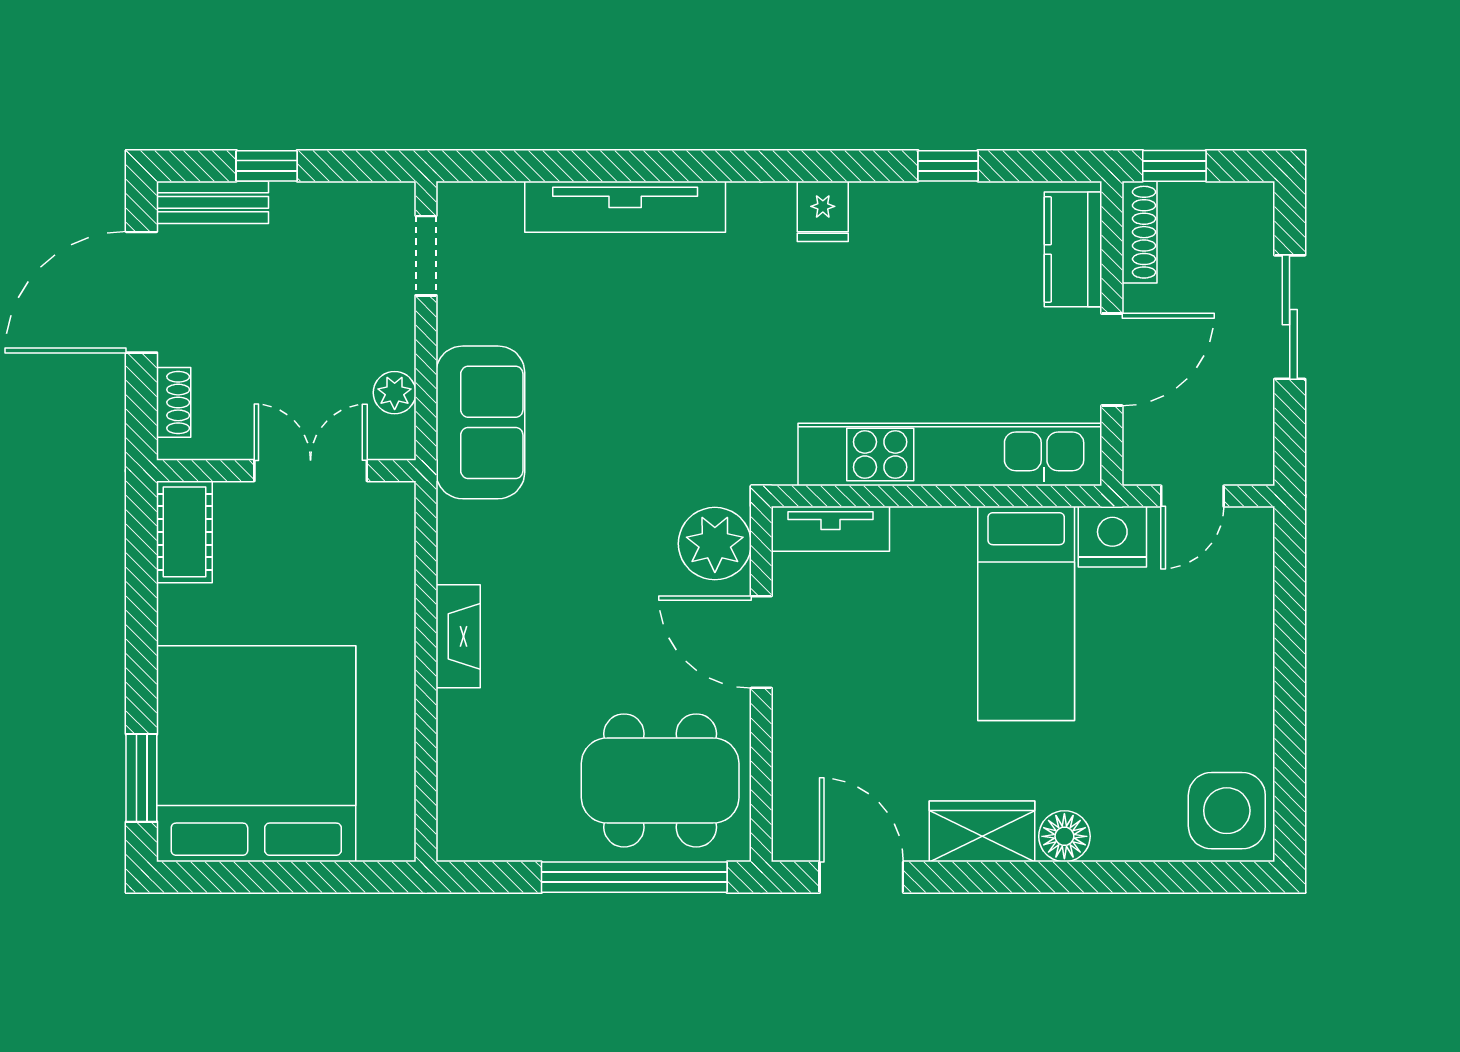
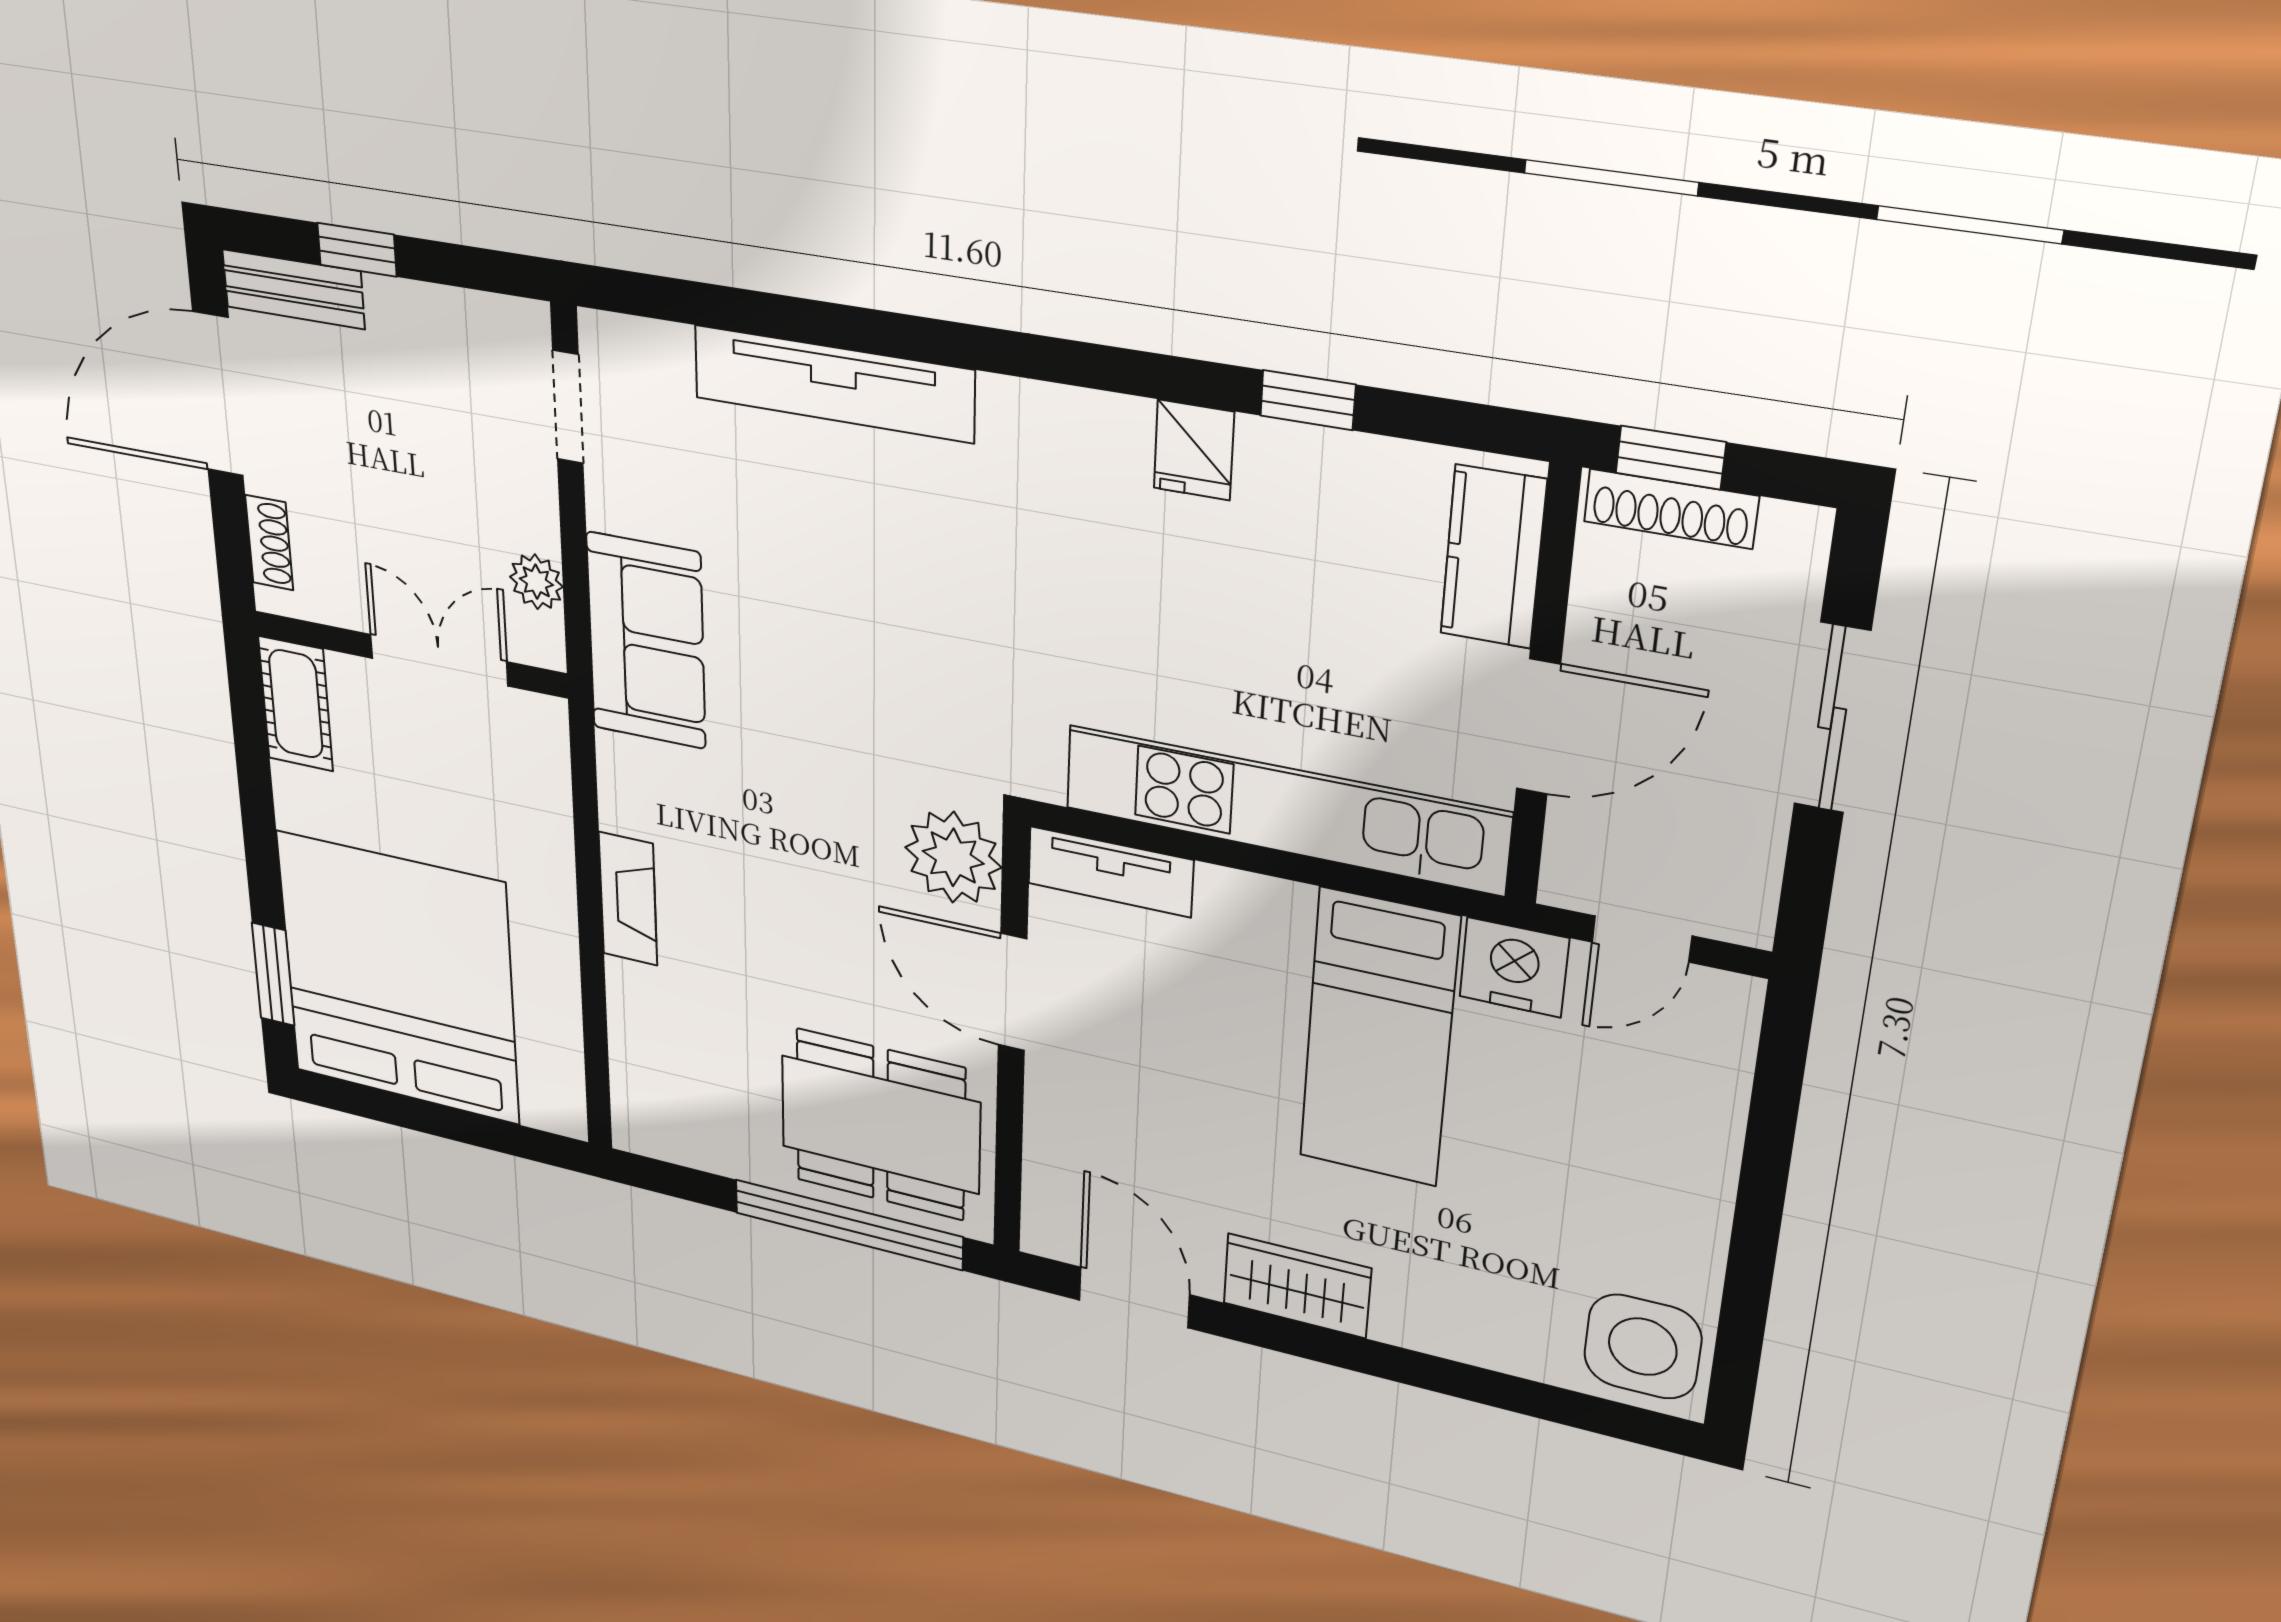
fridge: (823, 211) -> (1194, 450), moved
shoe rack: (1139, 232) -> (1671, 509), moved, turned 90
floor lamp: (1064, 836) -> (1409, 1319), removed

